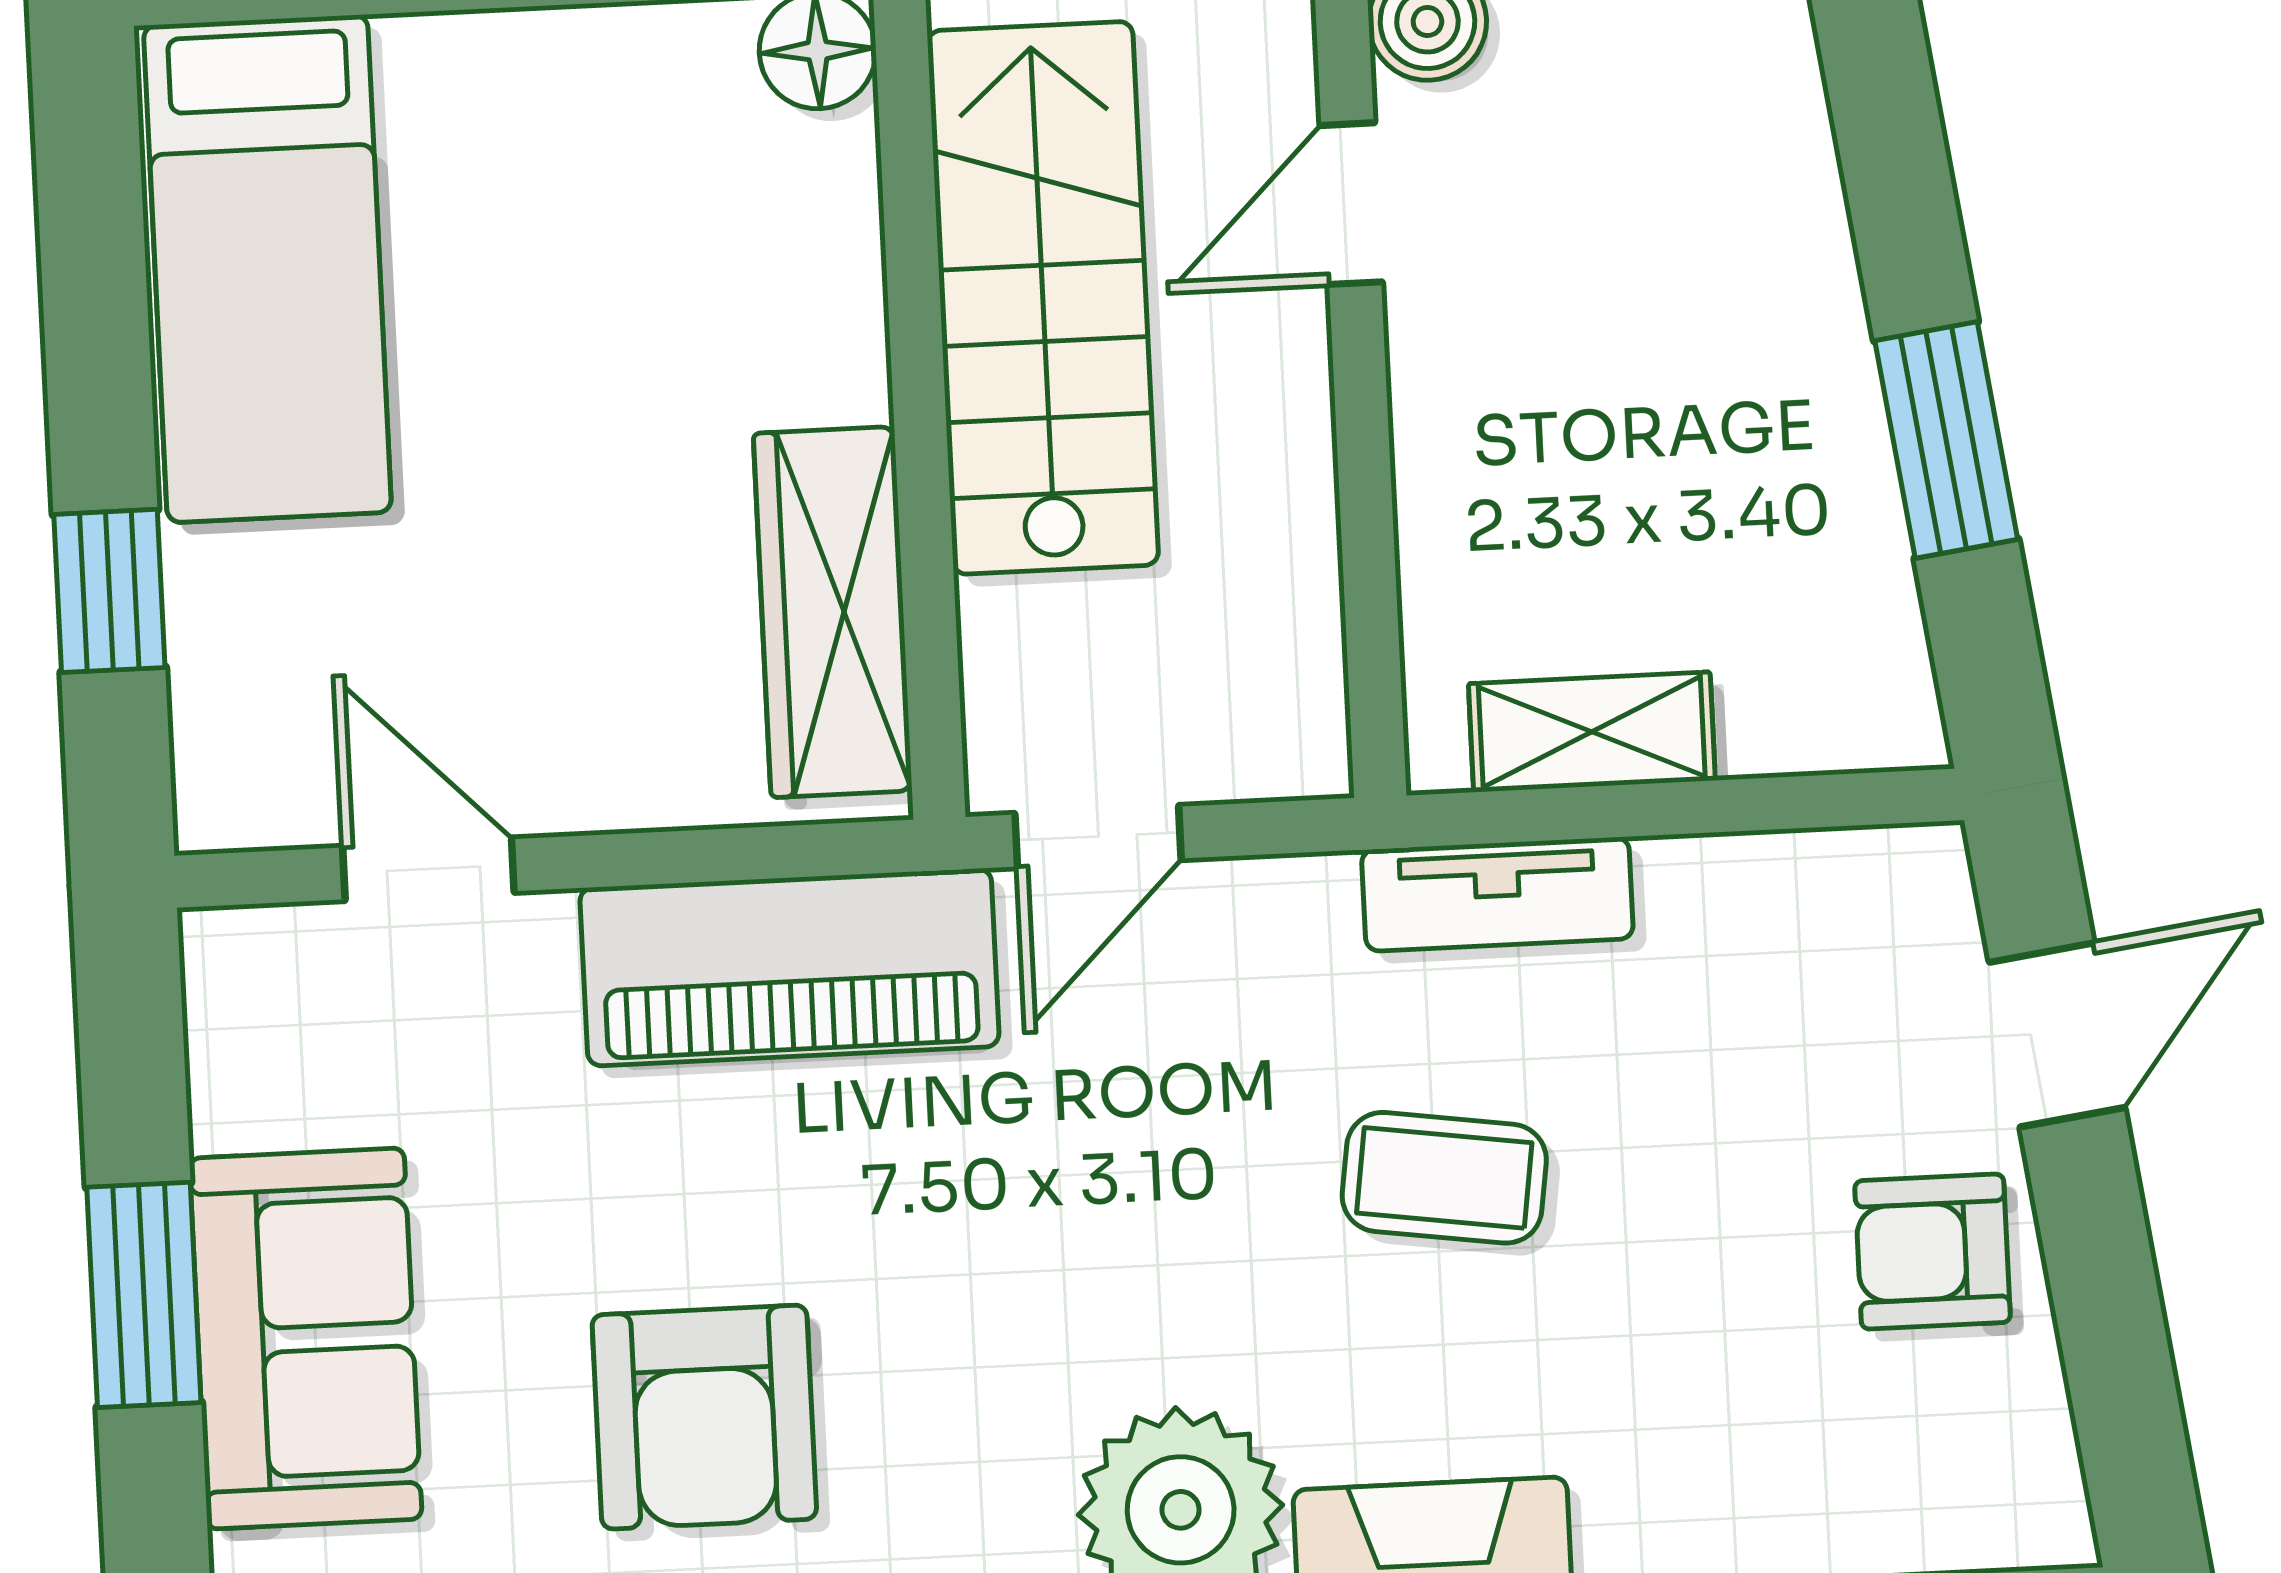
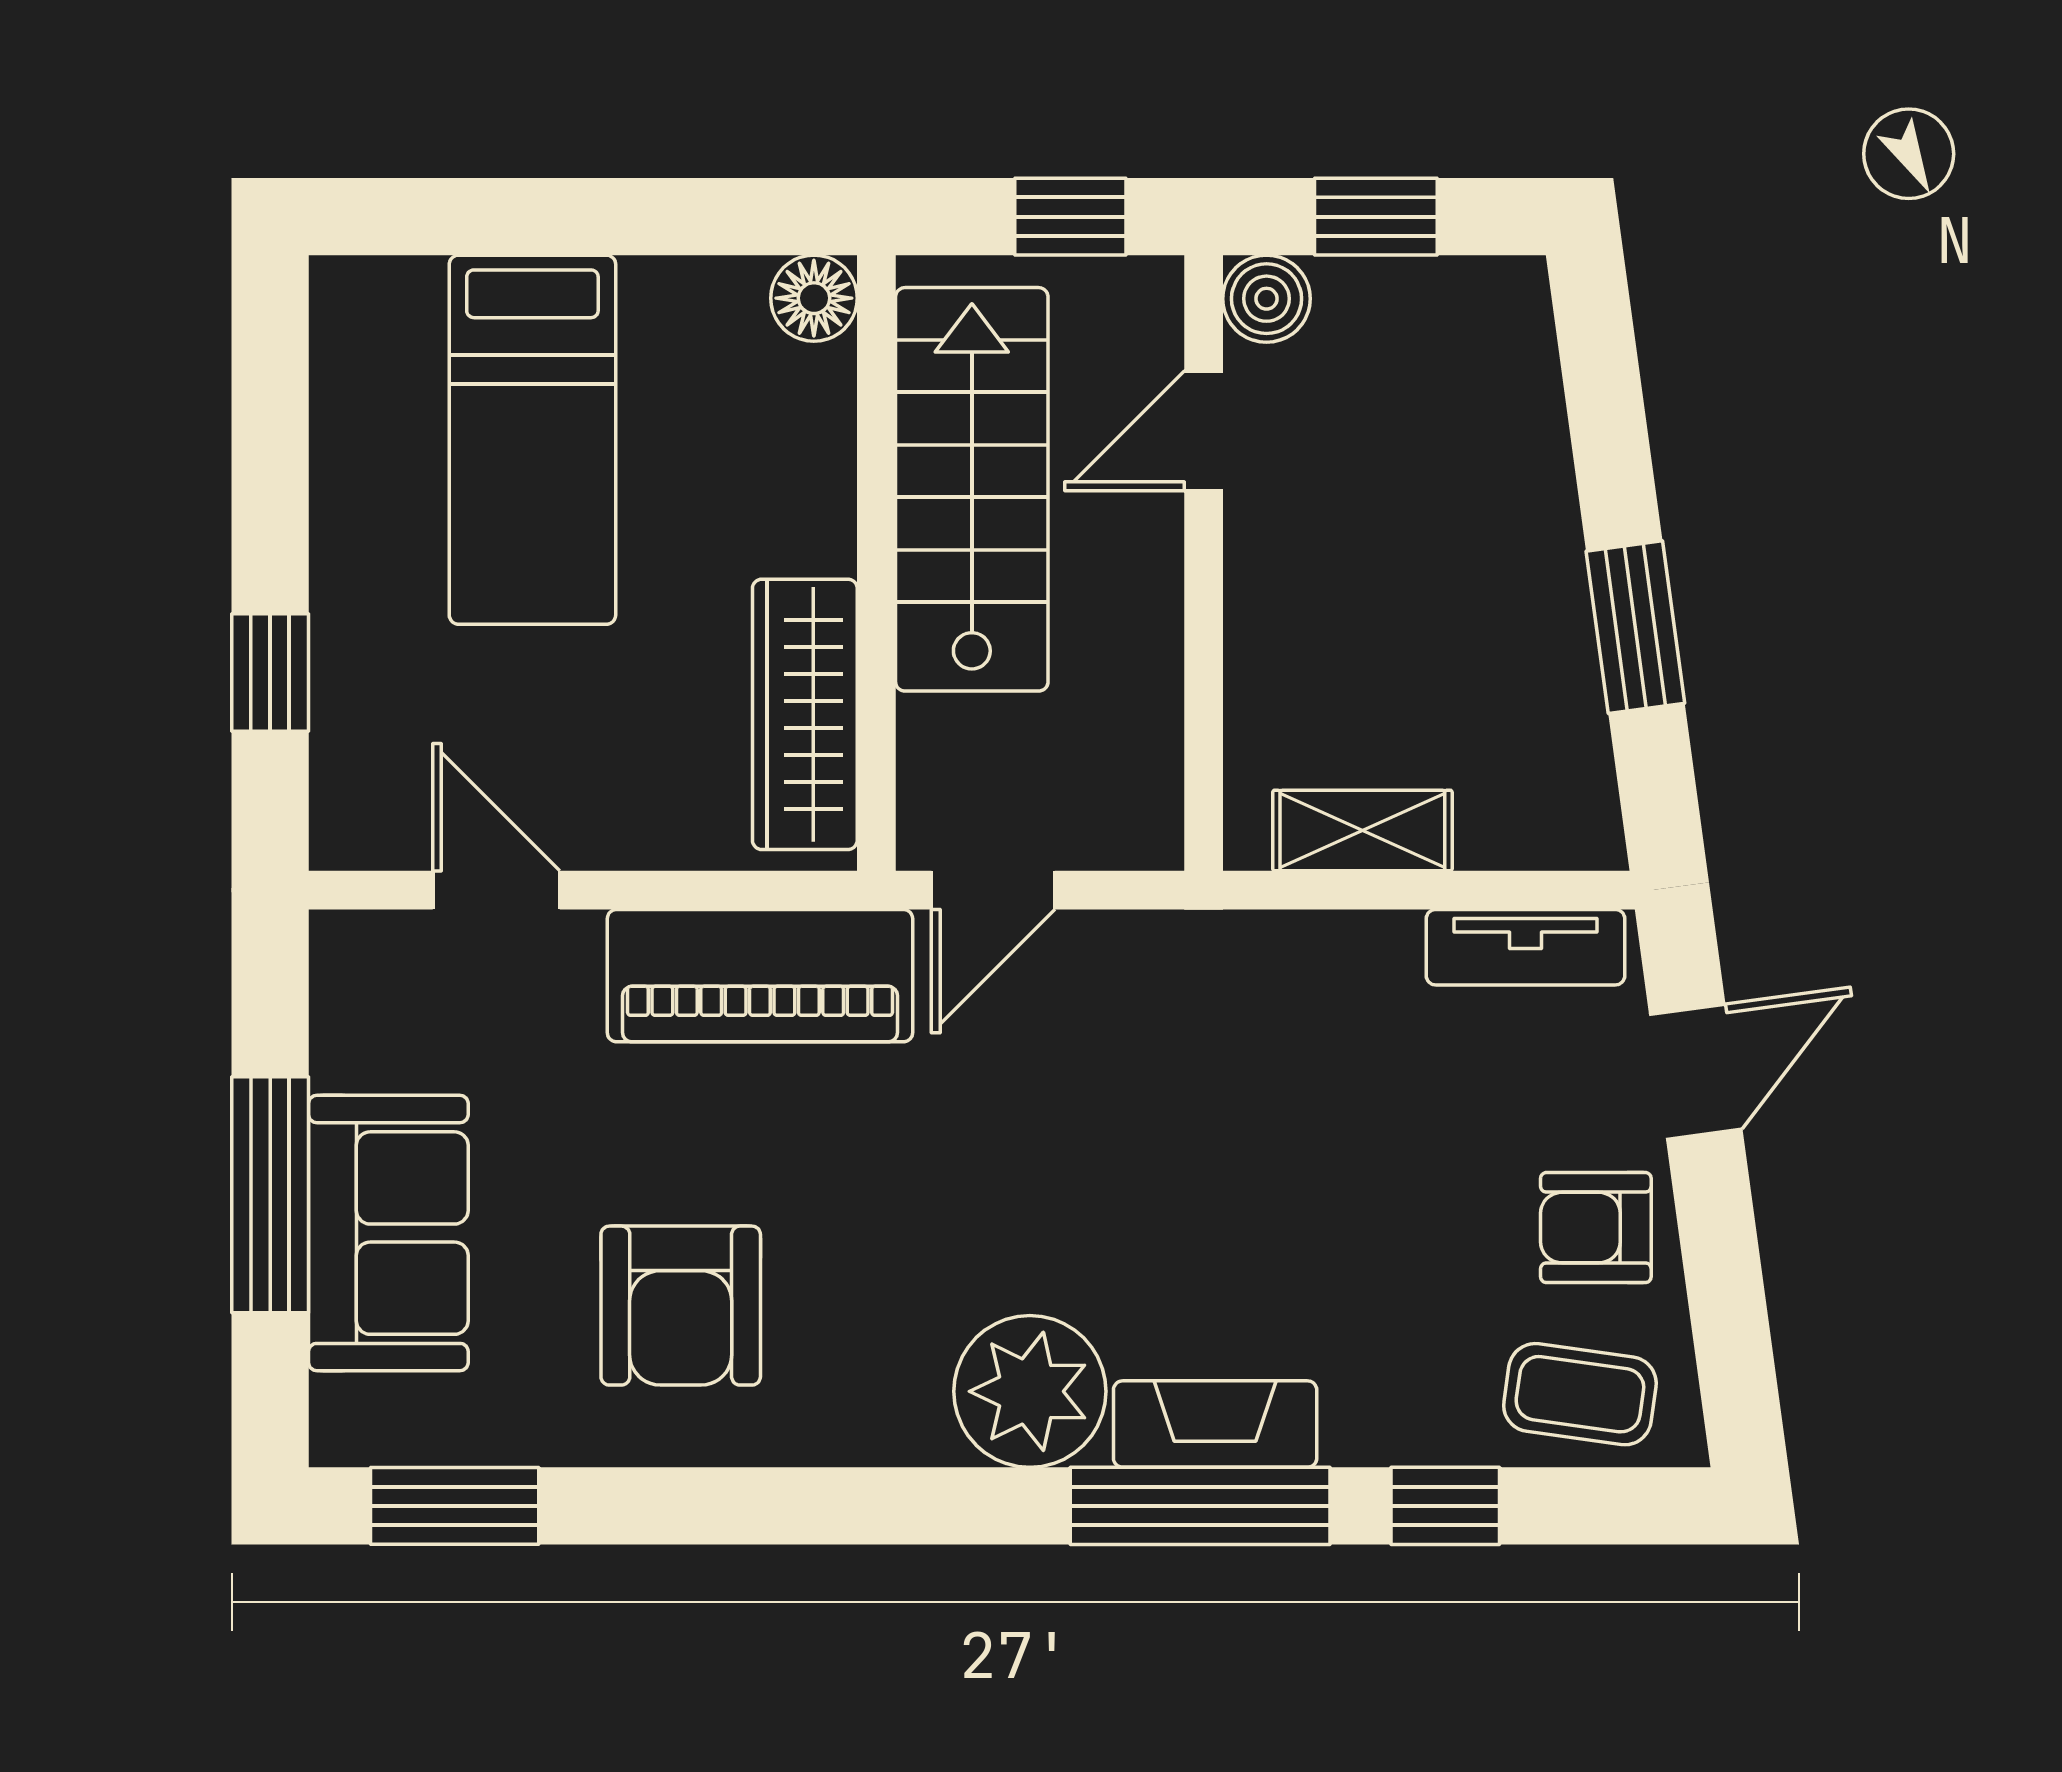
bed: (267, 269) -> (532, 440), moved
tv unit: (1497, 894) -> (1525, 947), moved
coffee table: (1444, 1178) -> (1580, 1394), moved
window: (144, 1295) -> (270, 1195), width x1.44

